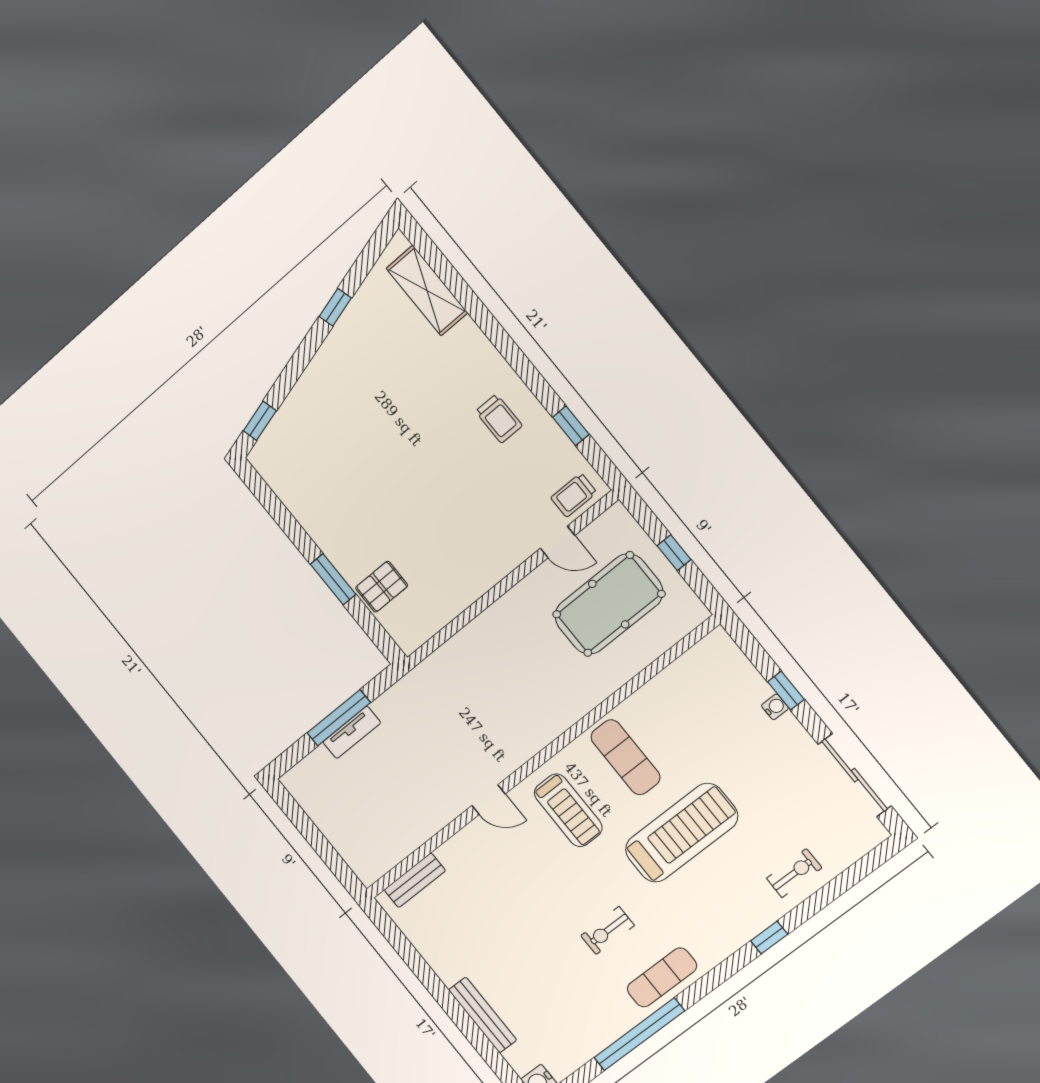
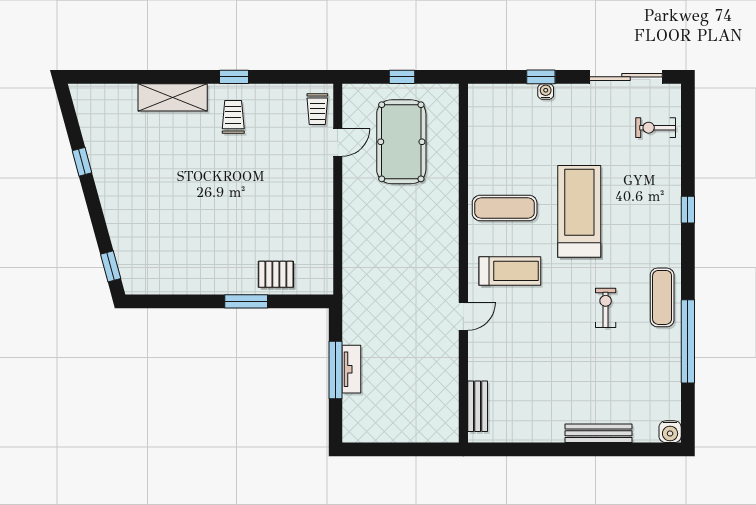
shelving: (427, 290) -> (173, 97), moved
trolley: (499, 419) -> (233, 117), turned -90
window: (571, 426) -> (234, 77), moved
pallet: (382, 587) -> (276, 274), turned 90
exercise bike: (794, 873) -> (656, 128), moved, turned -90
exercise bike: (607, 931) -> (606, 308), turned 180

